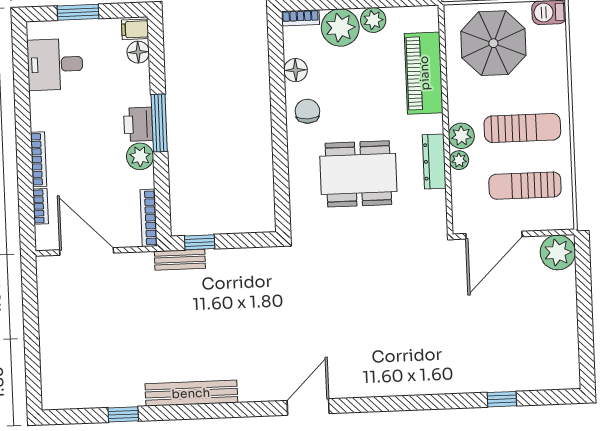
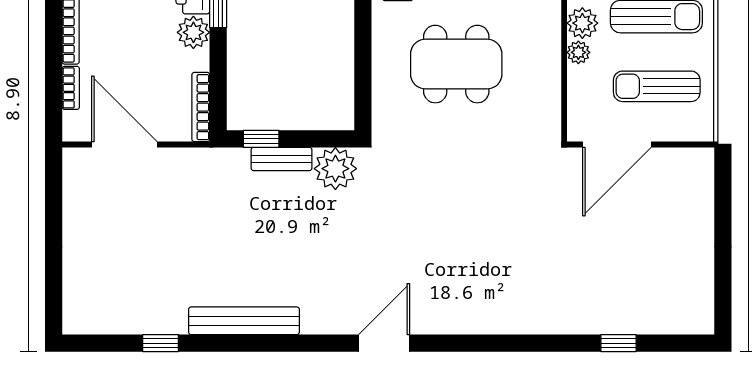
dresser: (434, 162) -> (548, 53), removed
plant: (558, 252) -> (335, 169), moved
bench: (180, 260) -> (282, 159), moved

